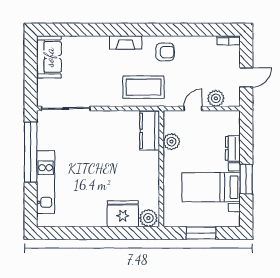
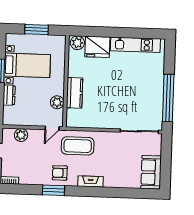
window: (172, 30) -> (53, 190), added
door: (193, 108) -> (52, 128), moved
kitchen counter: (150, 131) -> (75, 93), moved
kitchen unit: (46, 182) -> (135, 45), moved, turned -90

